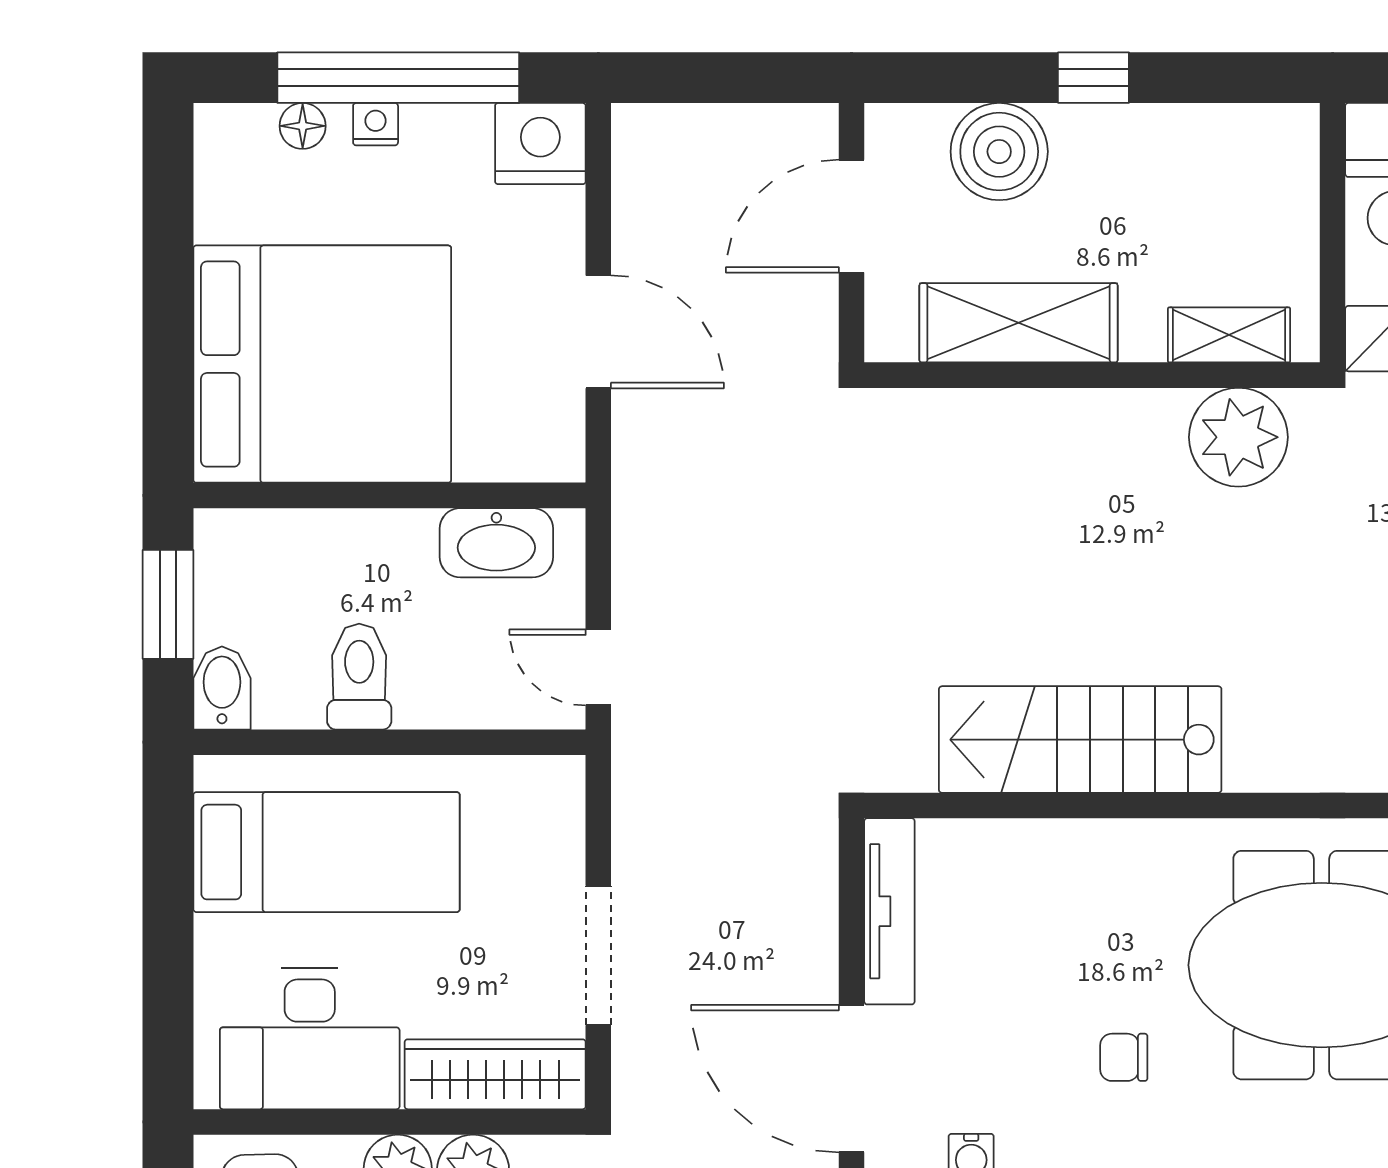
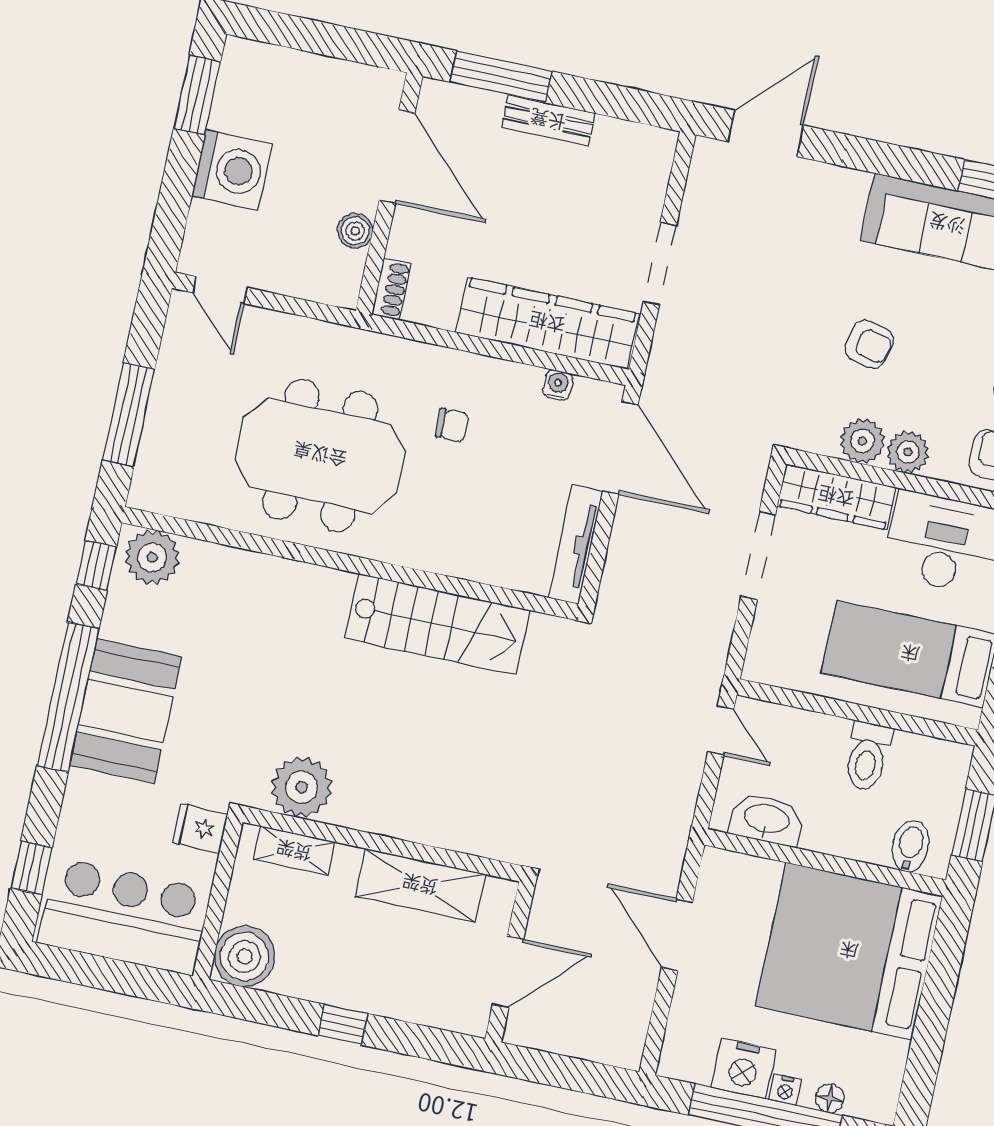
nightstand: (540, 144) -> (744, 1069), moved
boiler: (999, 152) -> (244, 956), moved
bidet: (222, 688) -> (910, 846), moved, turned 180

